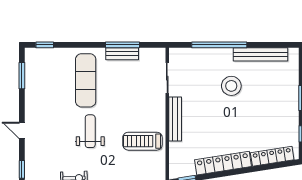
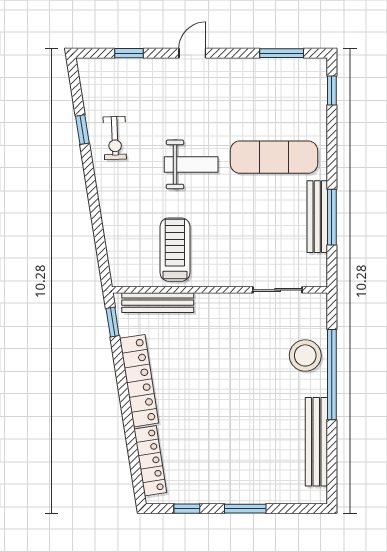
bench: (122, 54) -> (317, 217), width x1.36
stool: (231, 86) -> (305, 355), moved
bench: (175, 119) -> (158, 303), moved

